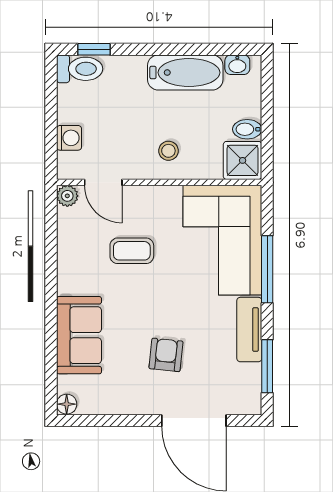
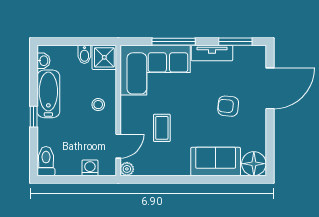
window: (94, 49) -> (34, 117), moved
floor lamp: (67, 404) -> (254, 164), width x1.89, depth x1.89

